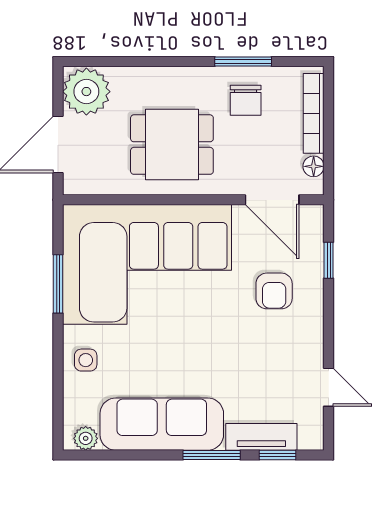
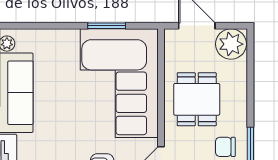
side table: (86, 360) -> (57, 44), removed

